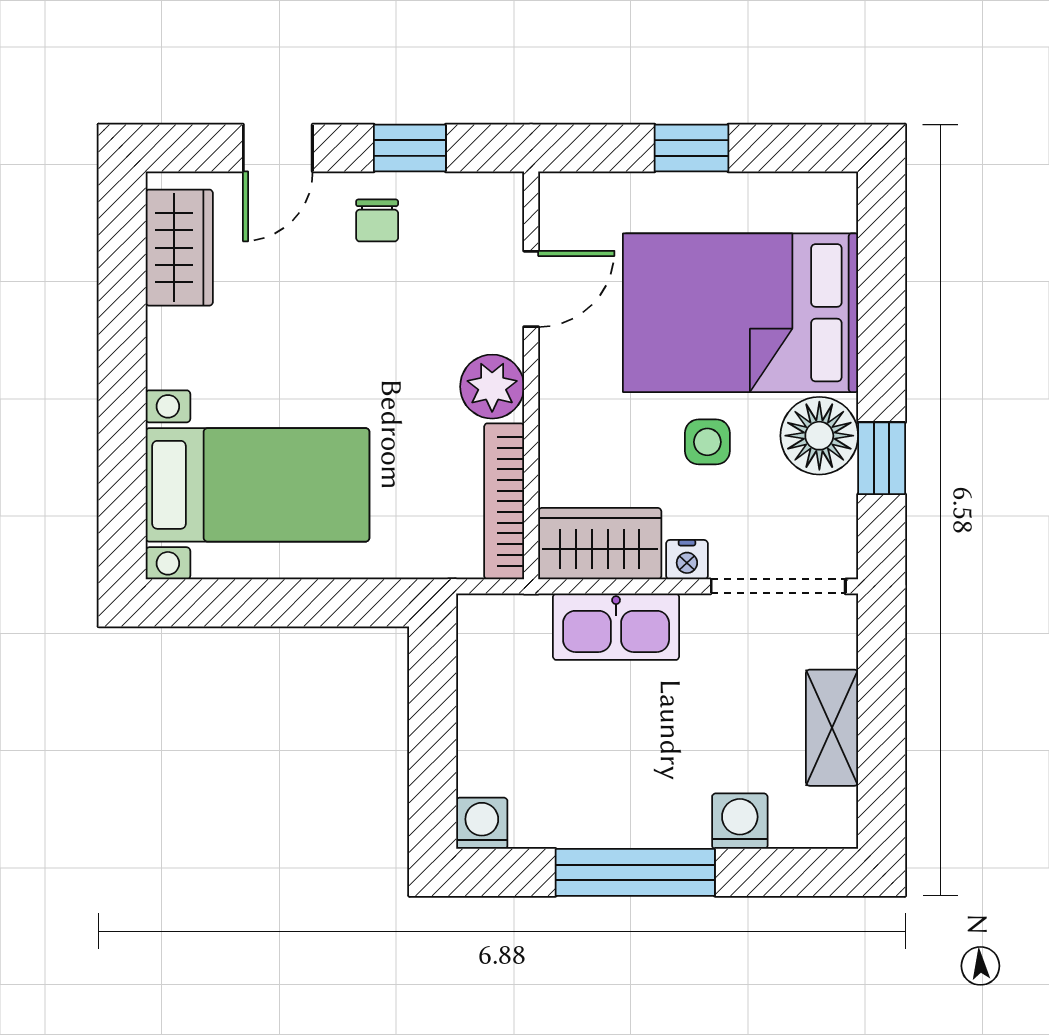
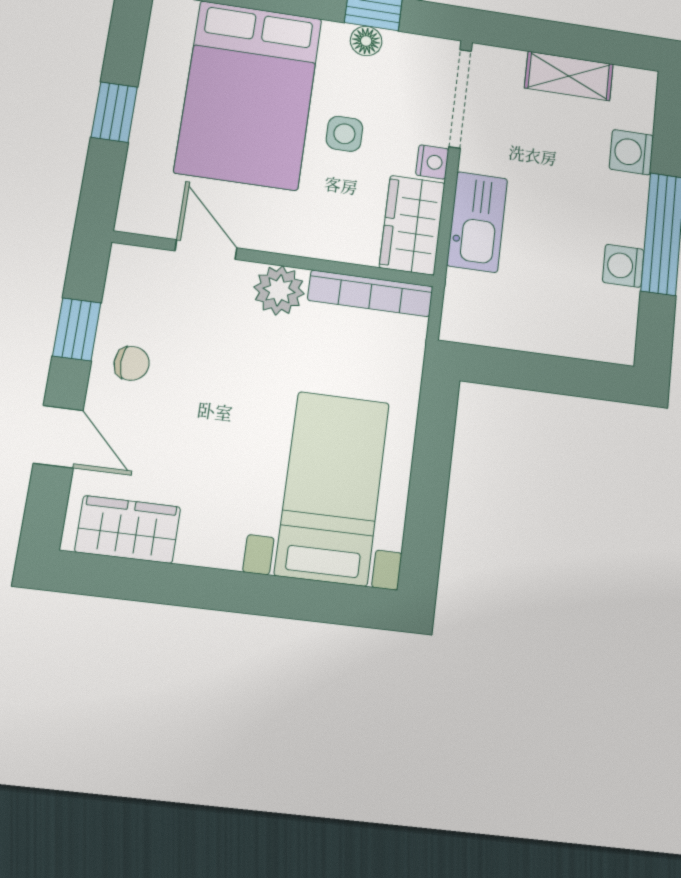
floor lamp: (819, 436) -> (366, 41), width x0.53, depth x0.53
washing machine: (482, 823) -> (623, 266), moved

